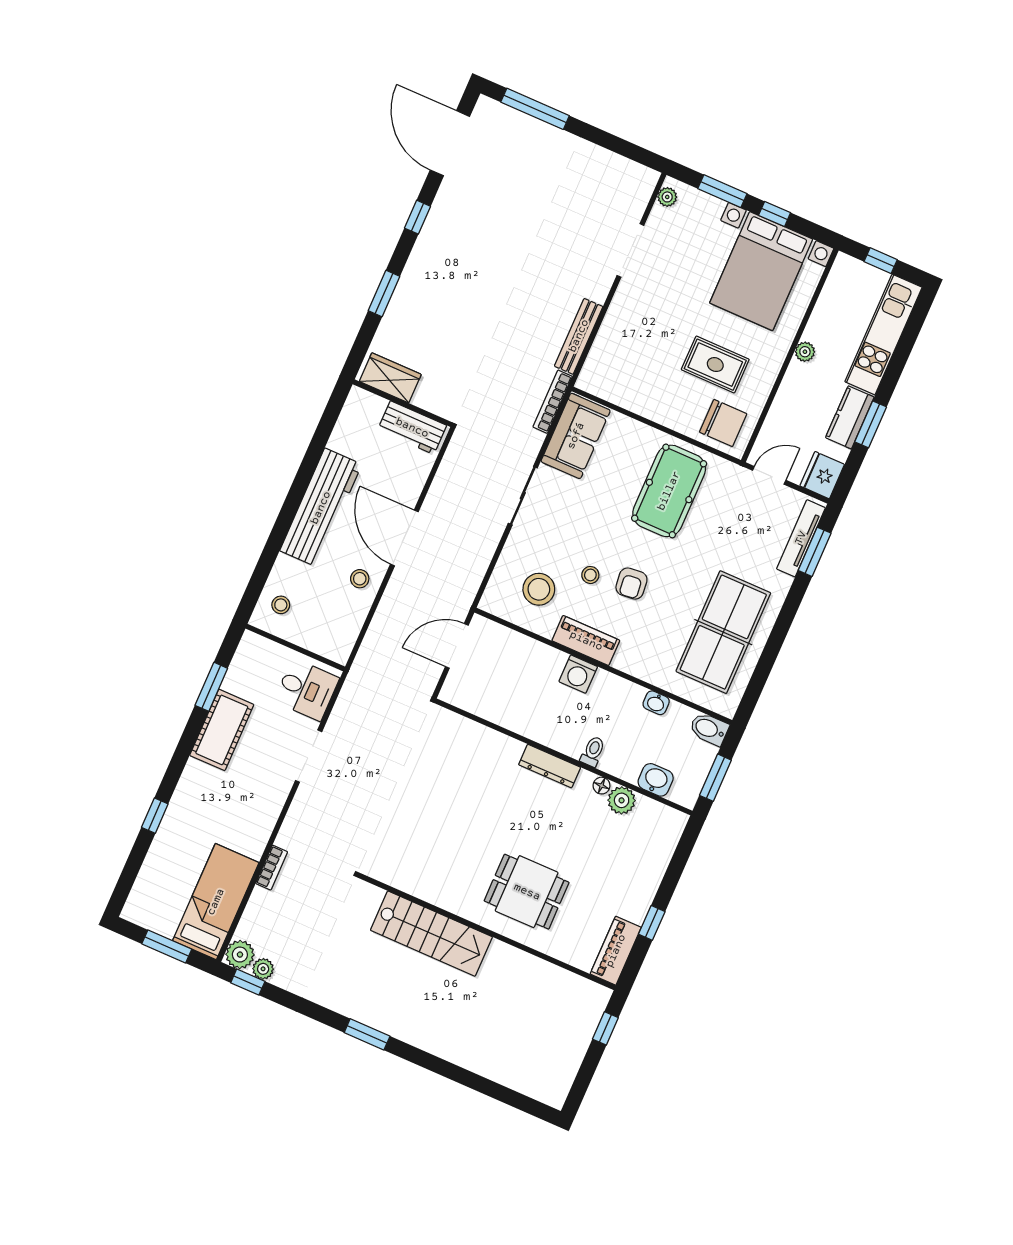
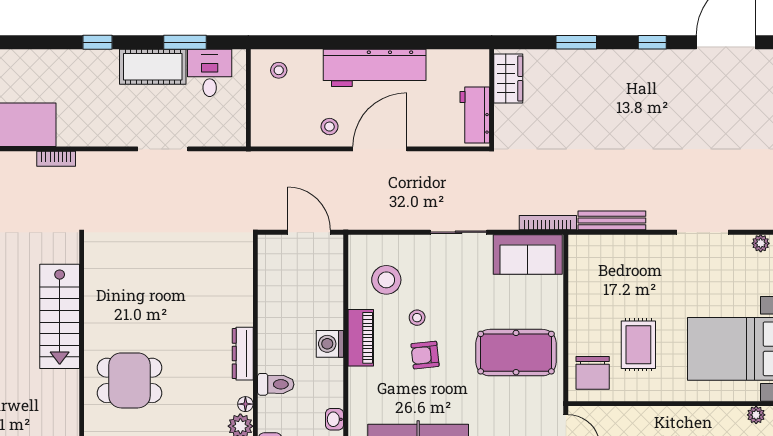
plant: (805, 352) -> (756, 415), moved
desk: (307, 690) -> (210, 73), moved, turned 180
toilet: (593, 751) -> (276, 384), width x1.37, depth x1.39
window: (155, 816) -> (97, 42), moved
dining table: (527, 892) -> (130, 380), turned 90

